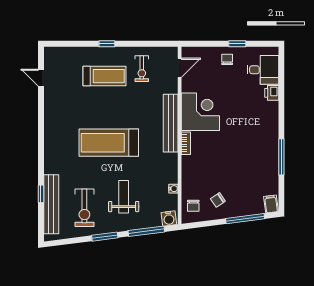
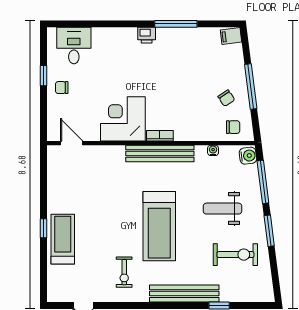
exercise bike: (142, 69) -> (124, 272), moved, turned 90
treadmill: (105, 76) -> (63, 239), moved
printer: (272, 93) -> (147, 35), moved
bench: (171, 123) -> (160, 154), moved
bench: (51, 204) -> (184, 294), moved
window: (245, 219) -> (251, 86), moved

